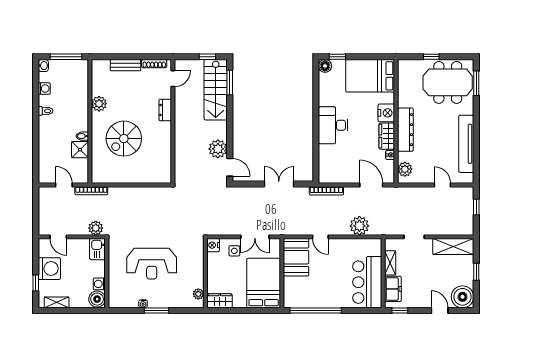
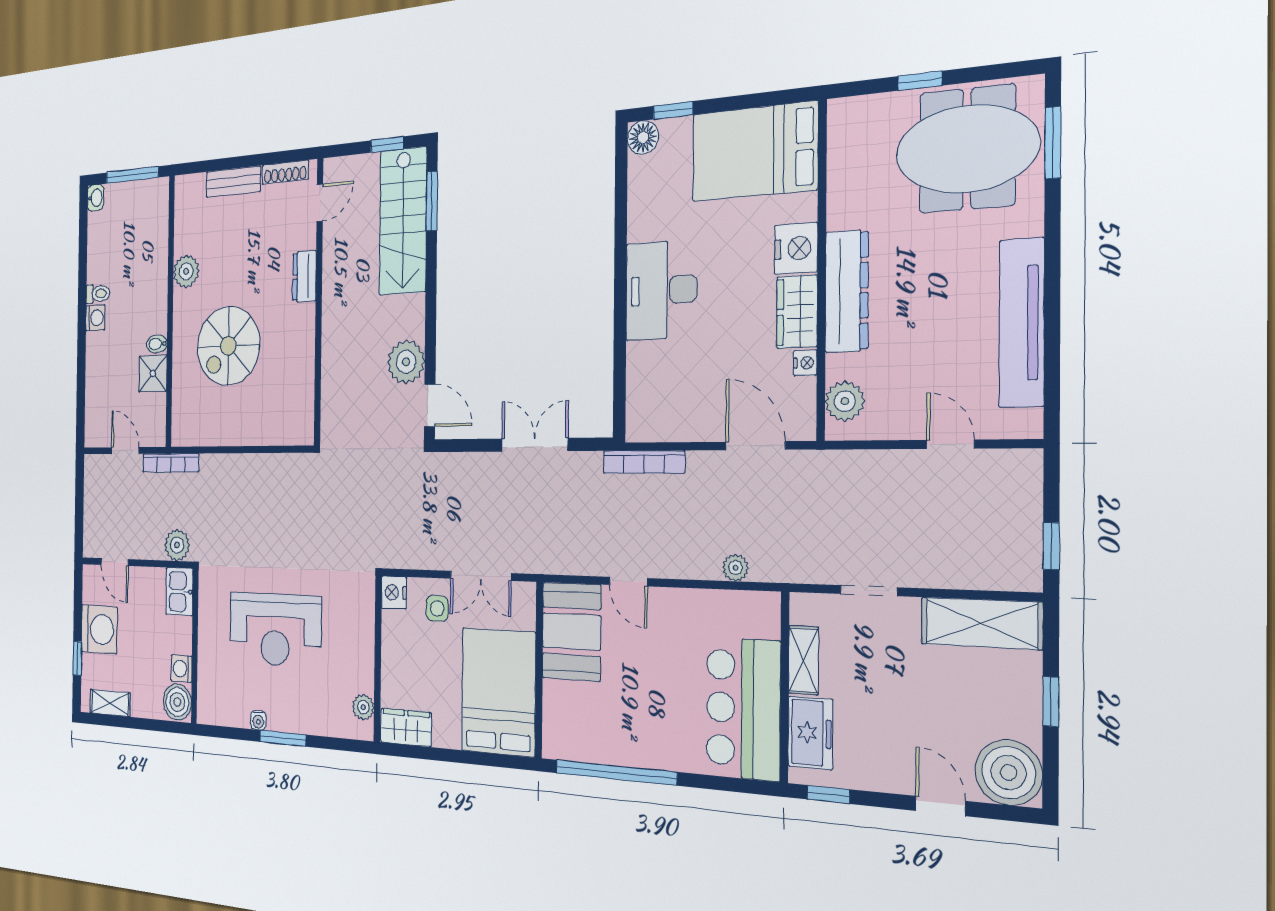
washing machine: (44, 89) -> (95, 318), moved
window: (476, 207) -> (1051, 546), moved
plant: (359, 226) -> (735, 568), width x0.53, depth x0.53

